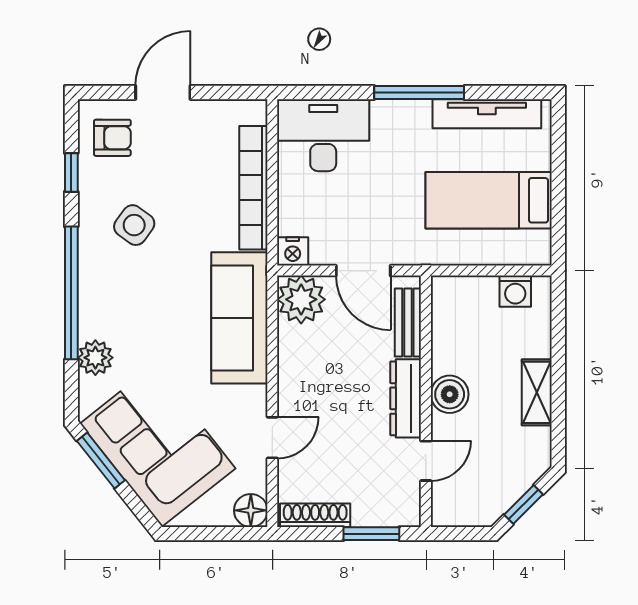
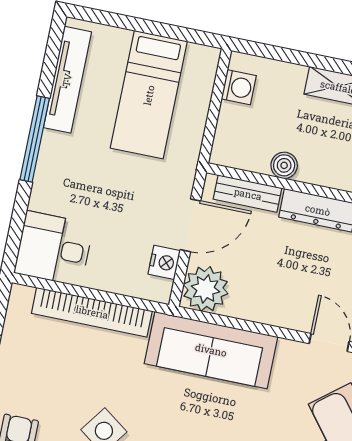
desk: (323, 135) -> (54, 249), width x0.73
nightstand: (293, 251) -> (164, 262), moved
boiler: (450, 394) -> (284, 165), moved, width x0.73, depth x0.73

